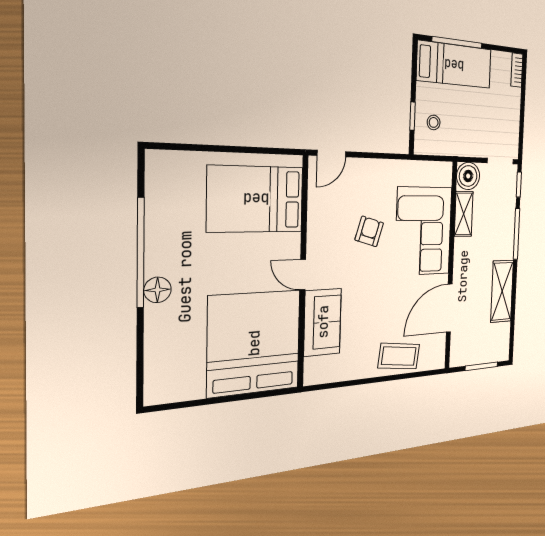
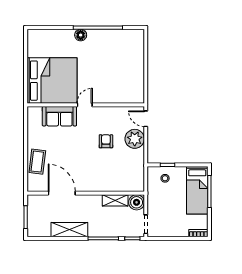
plant: (367, 176) -> (135, 139), added
bed: (256, 199) -> (122, 80), removed
armchair: (369, 231) -> (106, 141), turned -107
corner sofa: (424, 231) -> (106, 174), removed

